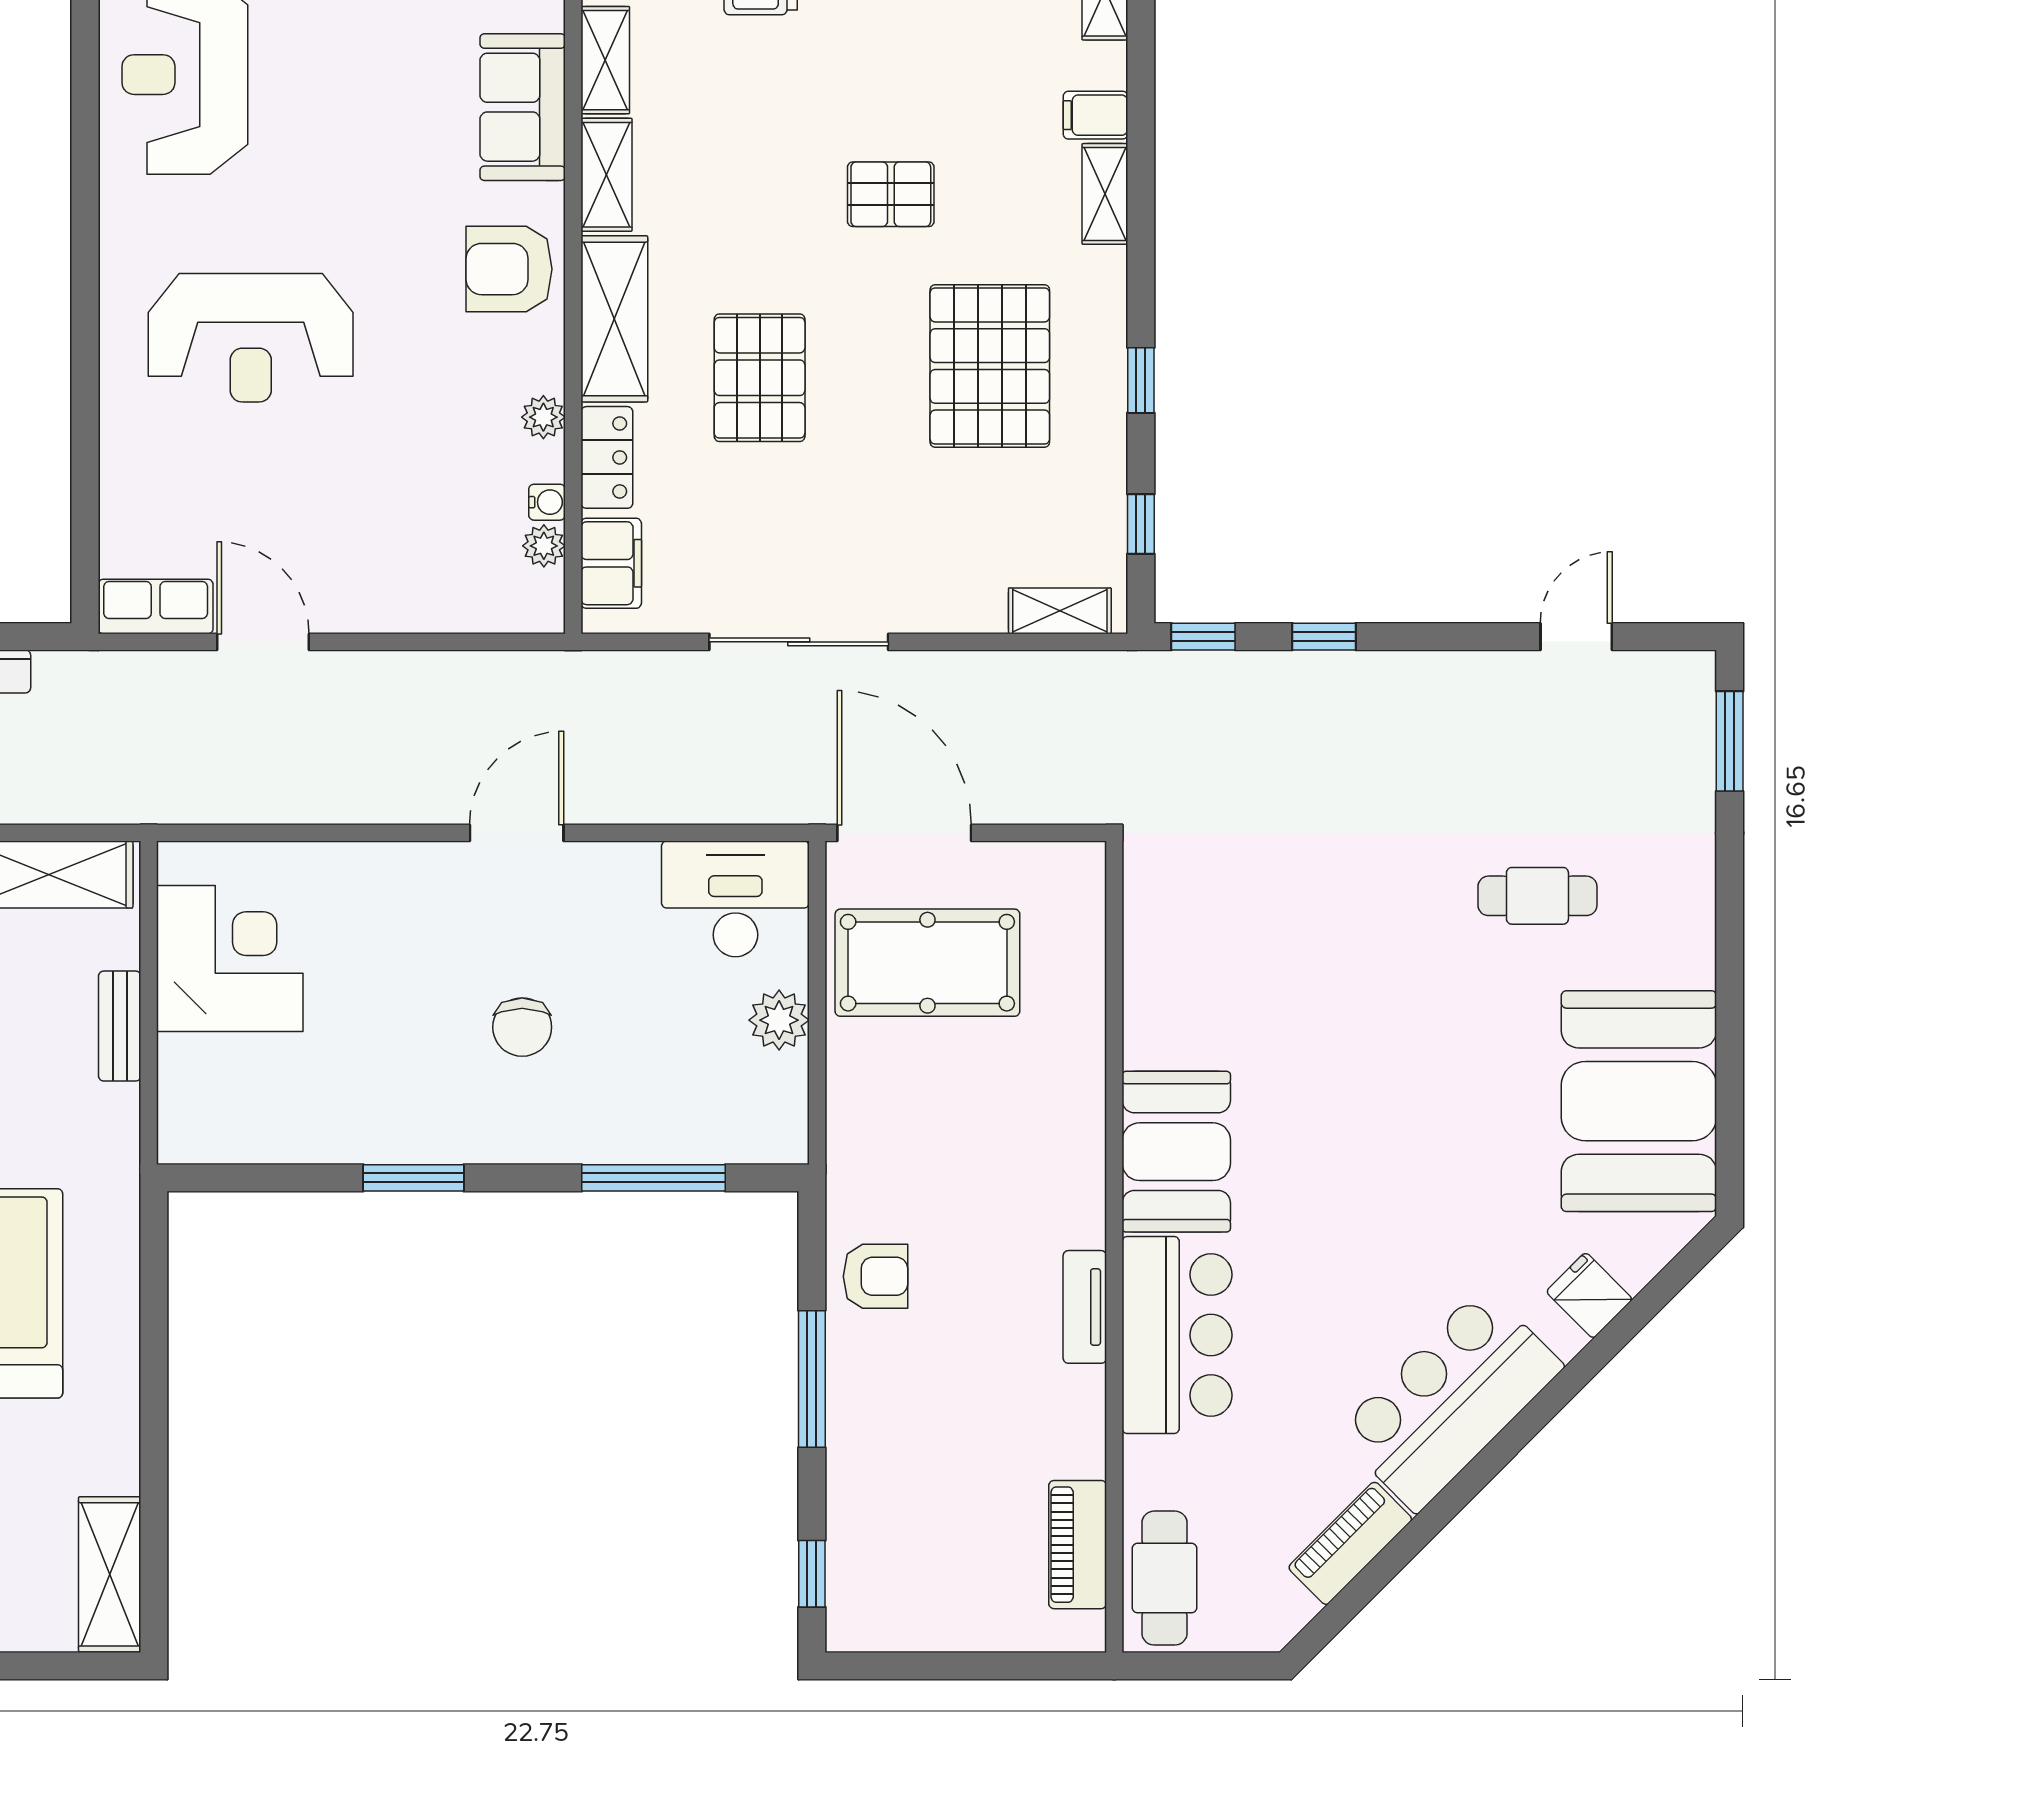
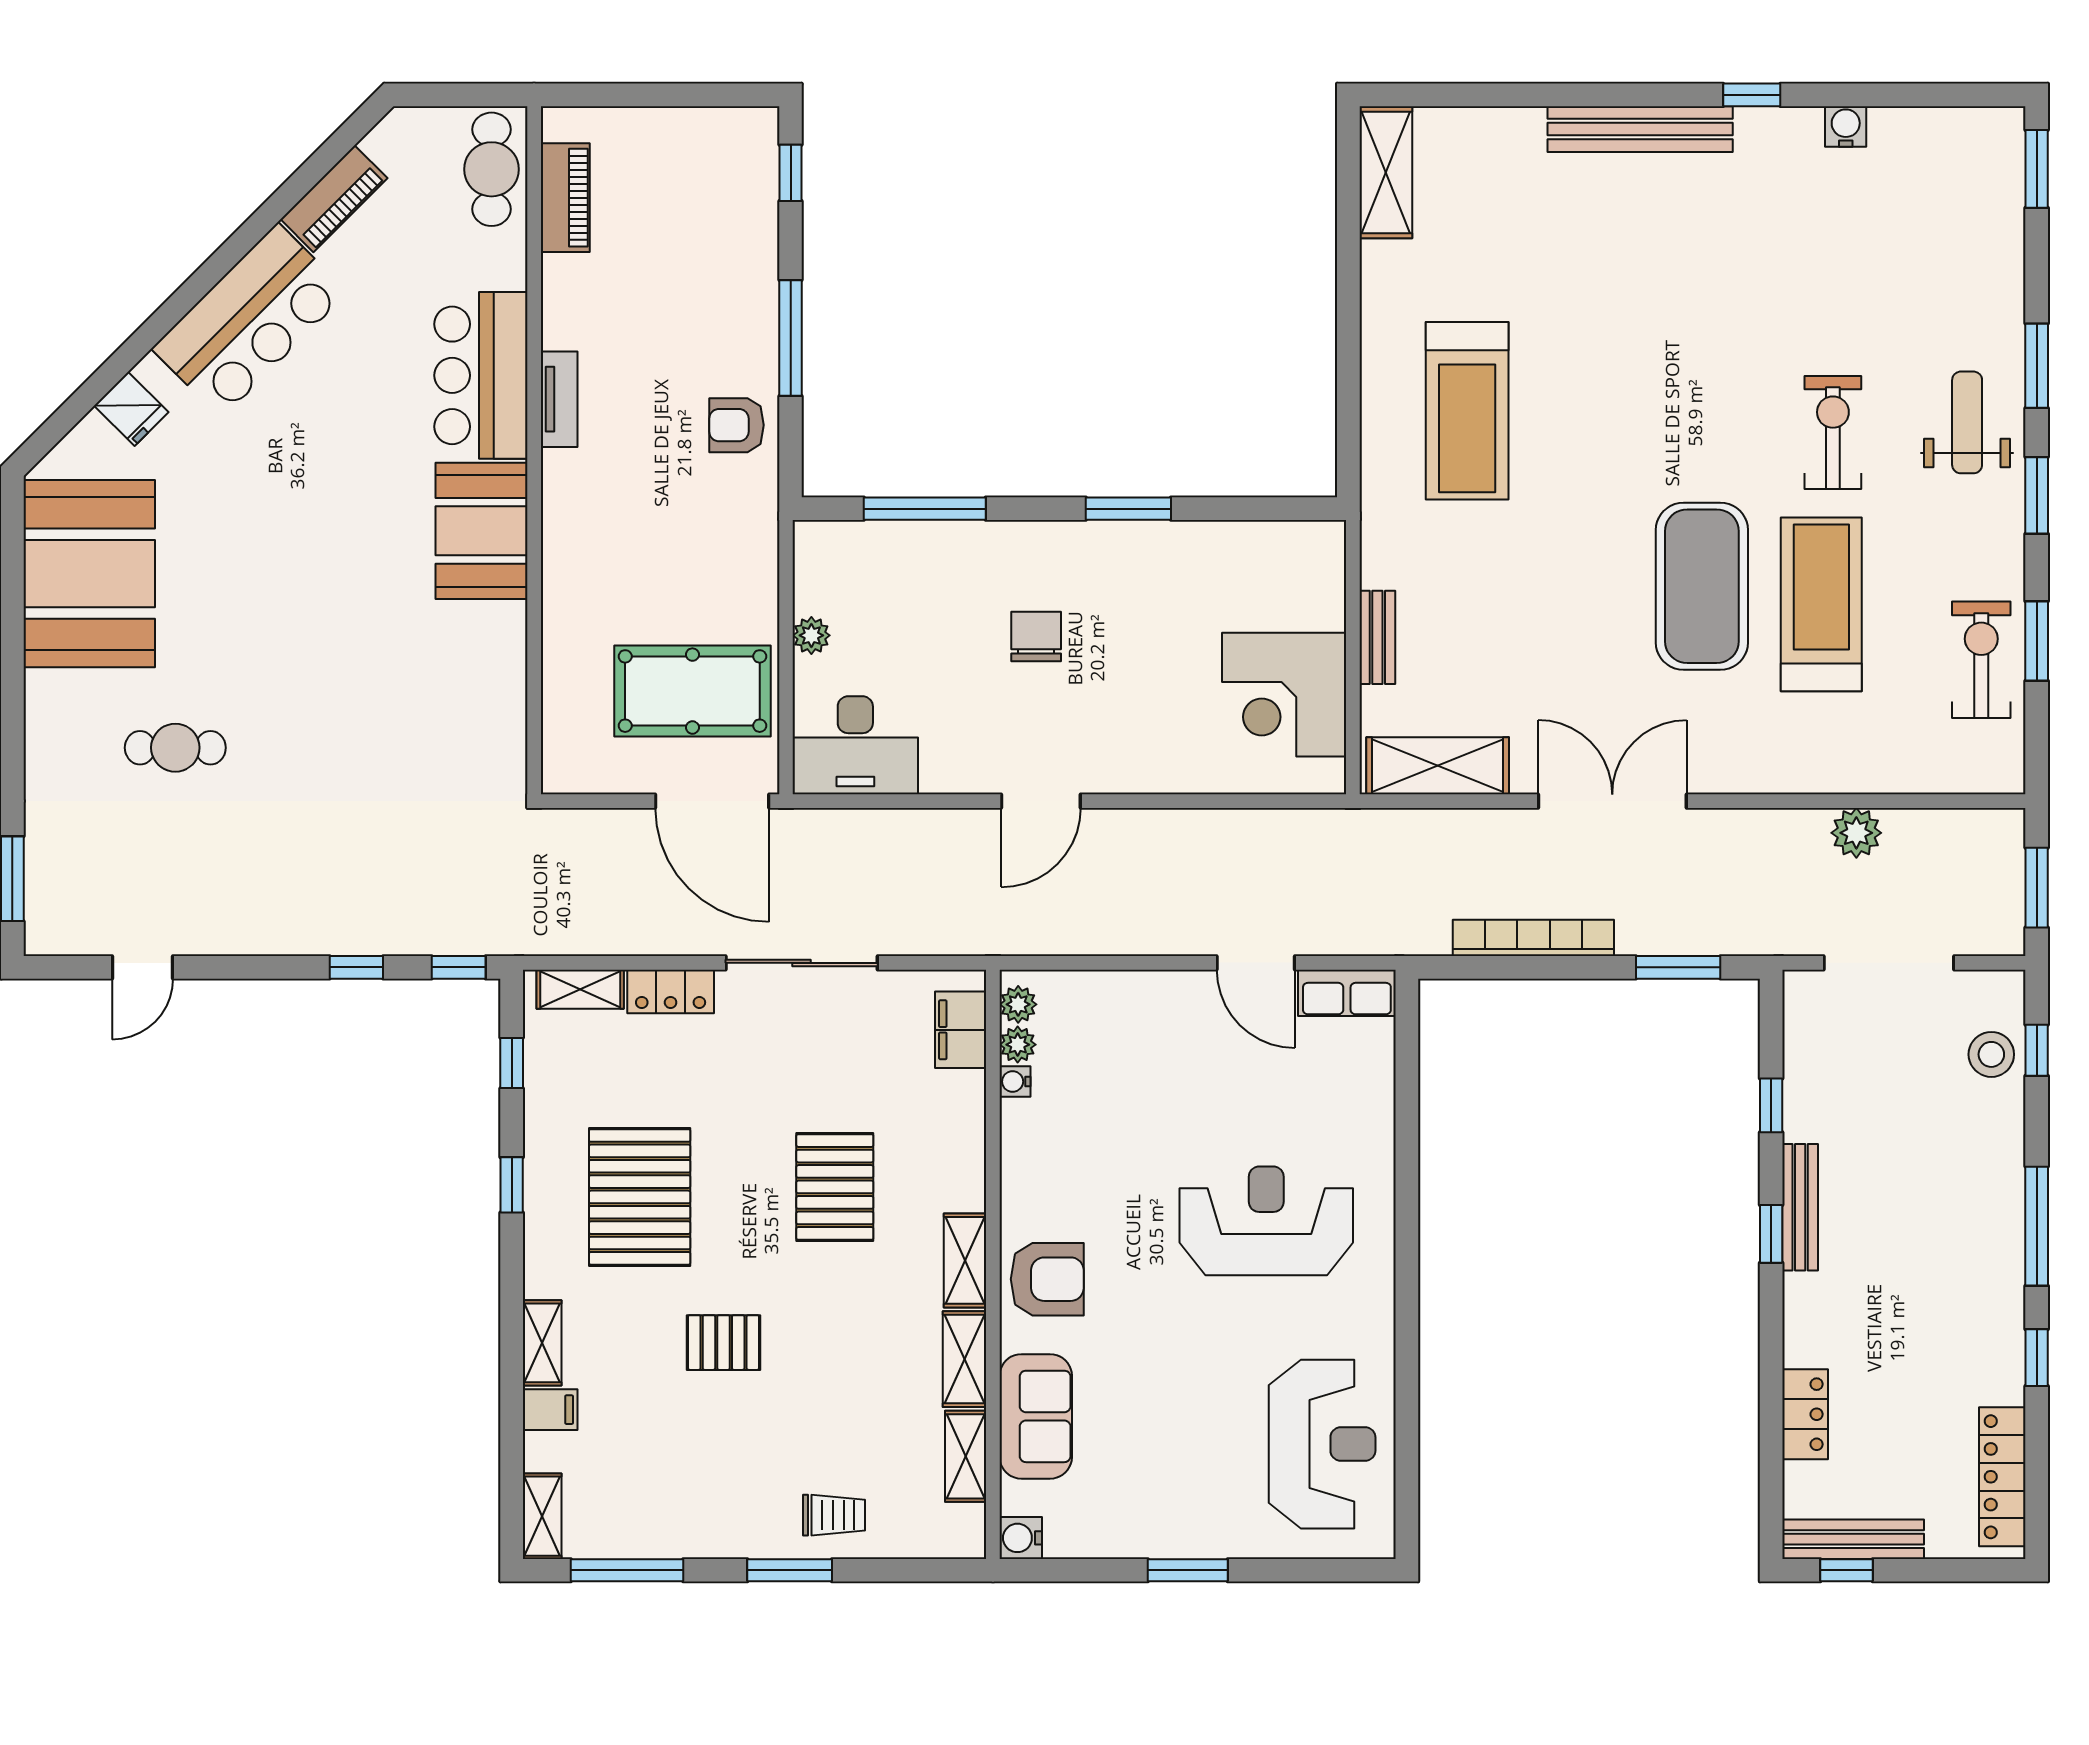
shelving: (614, 319) -> (965, 1260), width x0.67, depth x0.75
plant: (543, 417) -> (1018, 1004), moved
locker: (607, 457) -> (671, 992), moved, turned -90
plant: (779, 1020) -> (811, 635), width x0.73, depth x0.73

